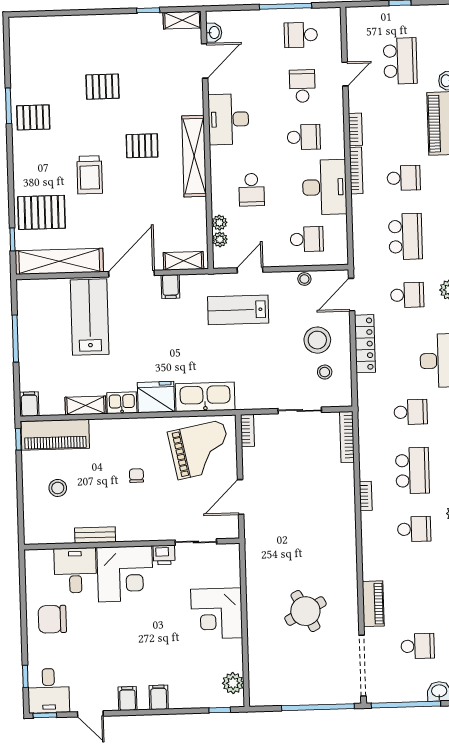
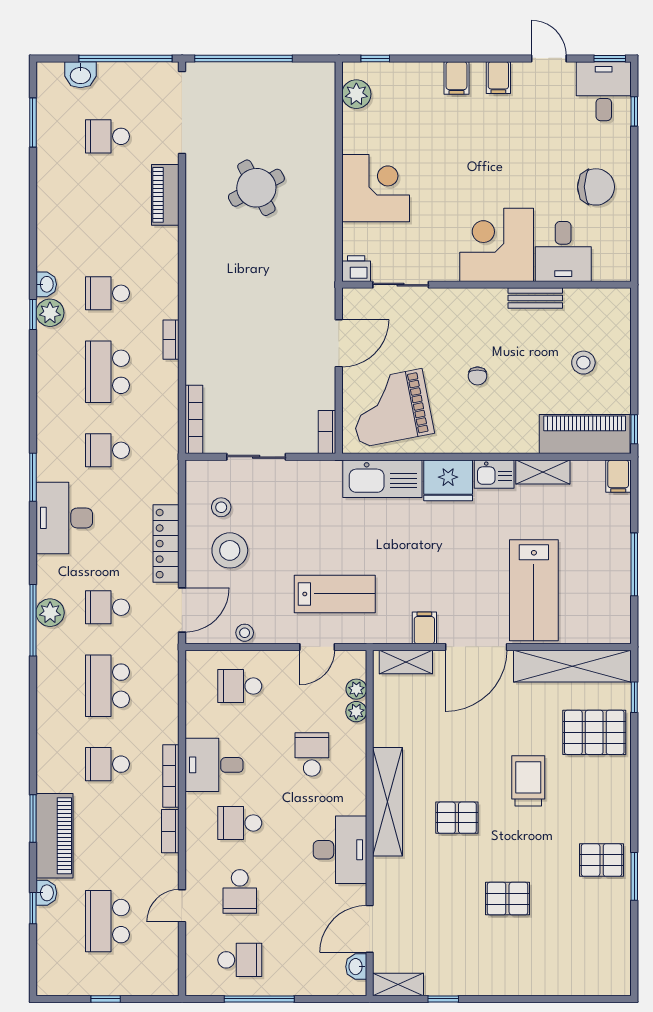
desk: (325, 187) -> (214, 765), width x0.73
printer: (164, 555) -> (356, 269), moved

